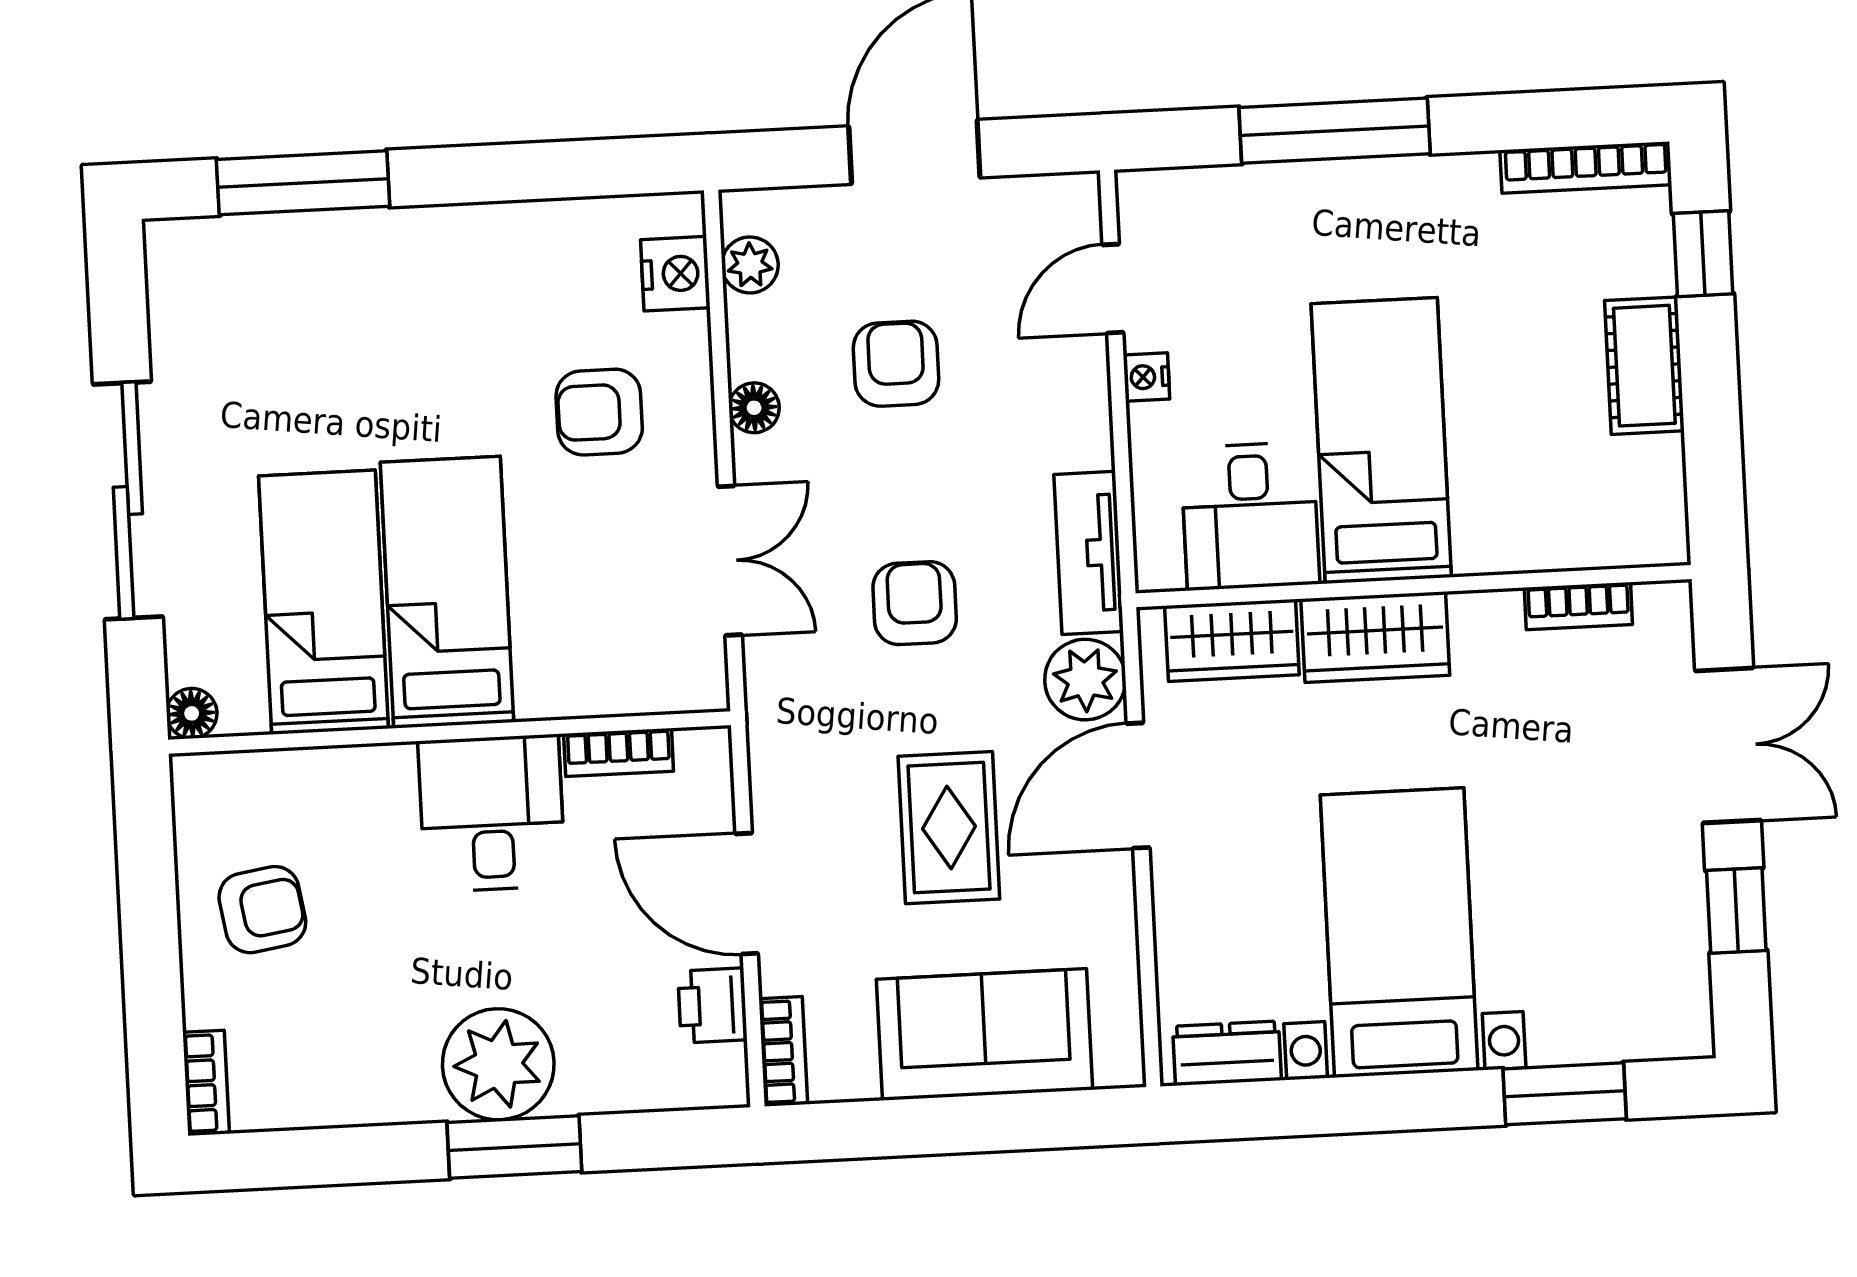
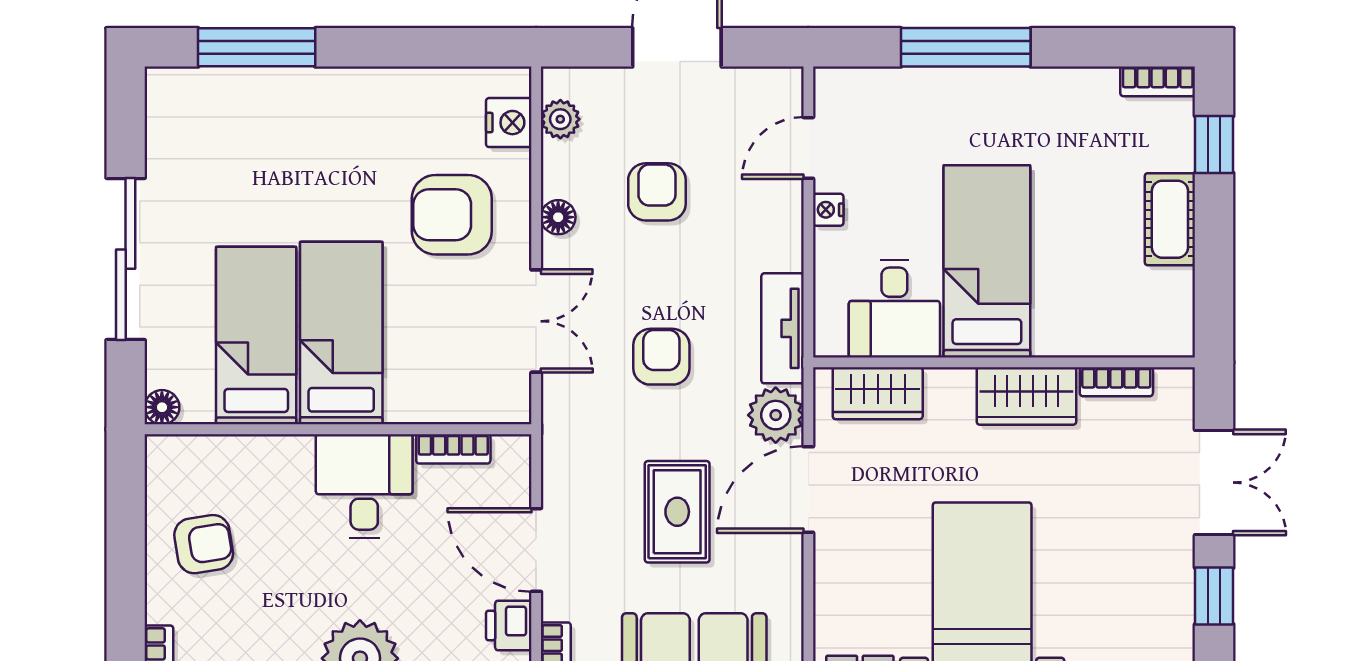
bookcase: (1586, 167) -> (1158, 81), width x0.64
armchair: (599, 412) -> (452, 215), width x1.38, depth x1.38
wardrobe: (1375, 637) -> (1026, 396), moved

